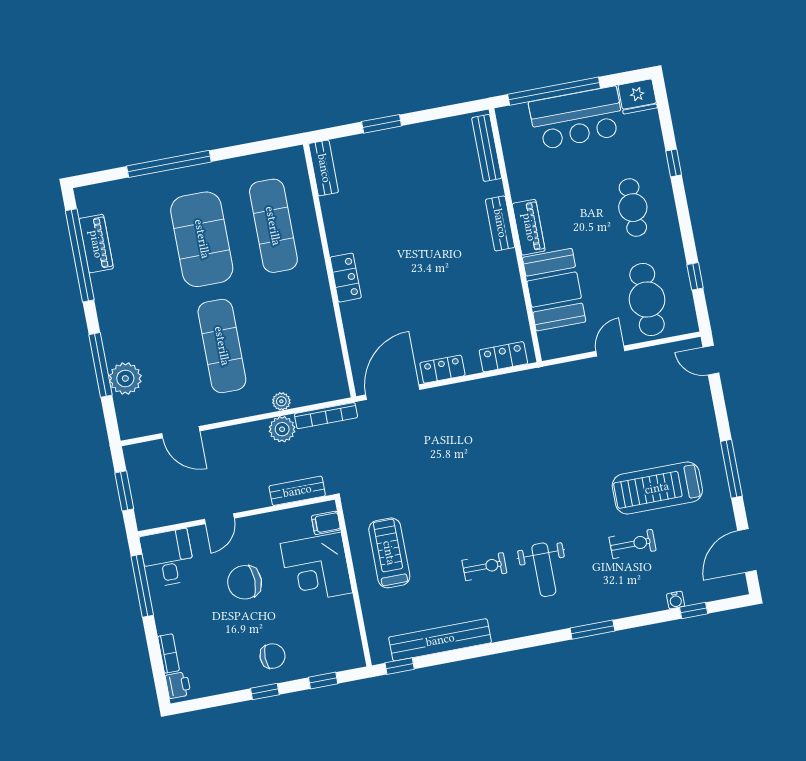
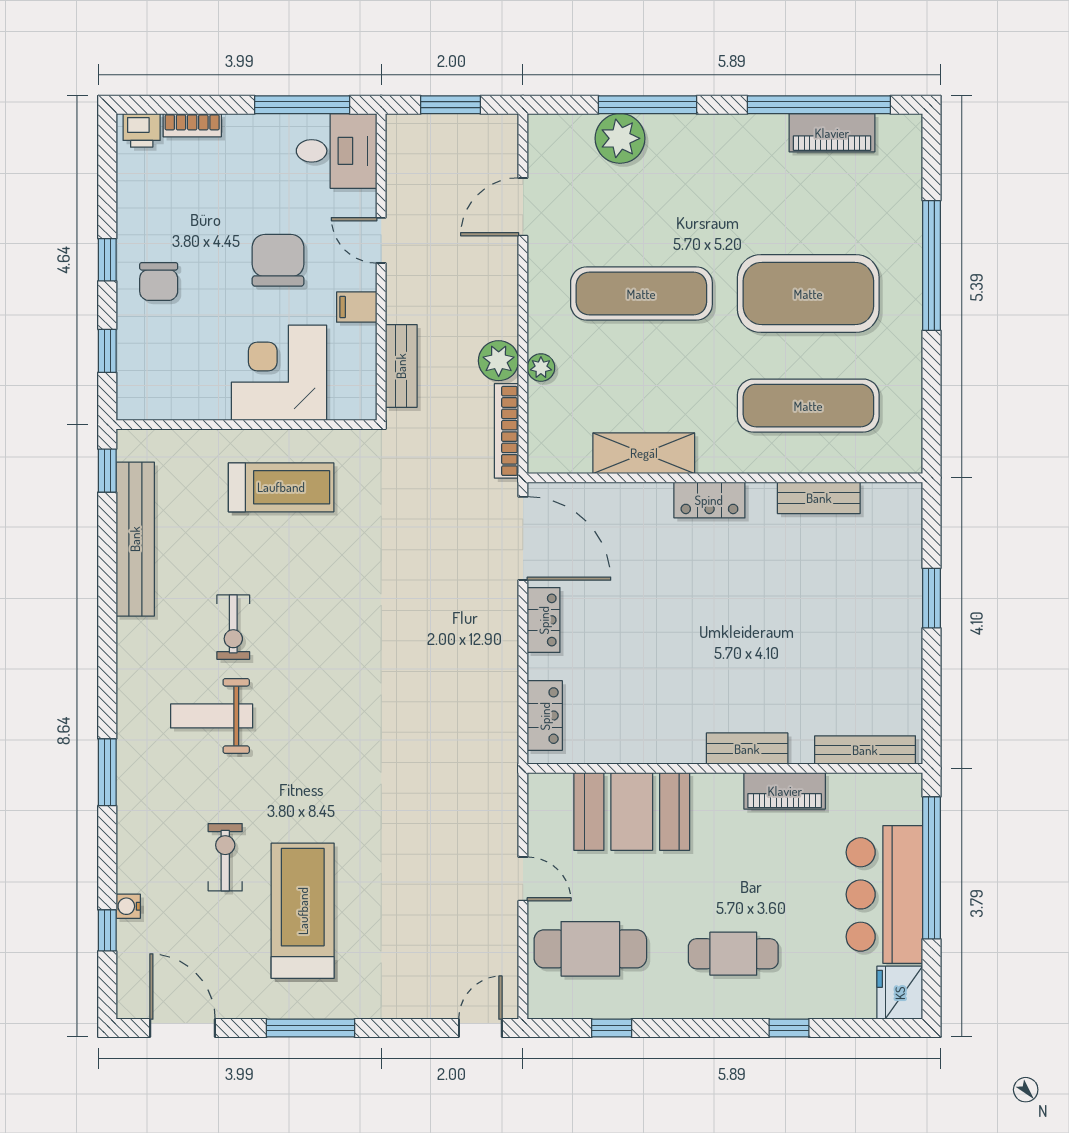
bench: (324, 168) -> (819, 498), moved
piano: (529, 227) -> (785, 791), moved
shelving: (324, 325) -> (644, 453), added
filing cabinet: (326, 523) -> (357, 307), moved, turned -90
exercise bike: (633, 544) -> (225, 857), turned 180

